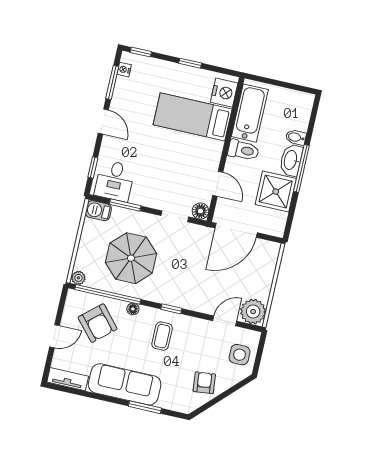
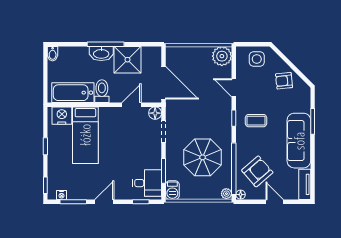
bidet: (296, 137) -> (53, 54), moved
floor lamp: (133, 309) -> (241, 195), moved
door: (225, 321) -> (234, 88), moved

